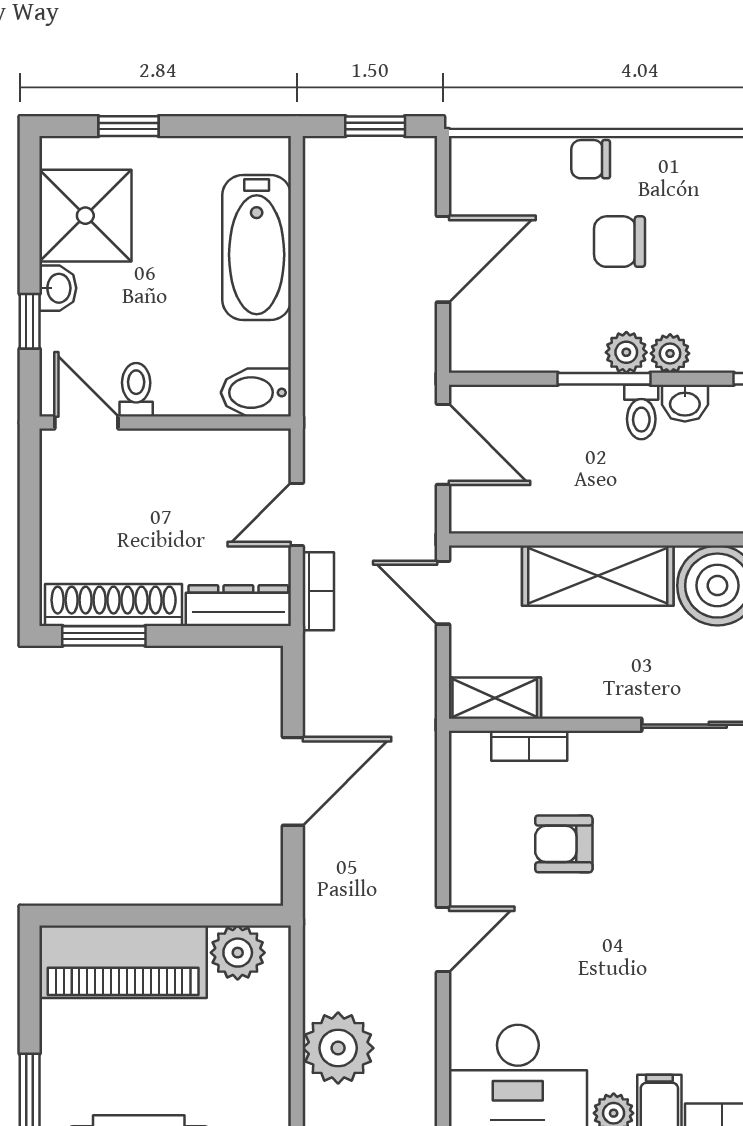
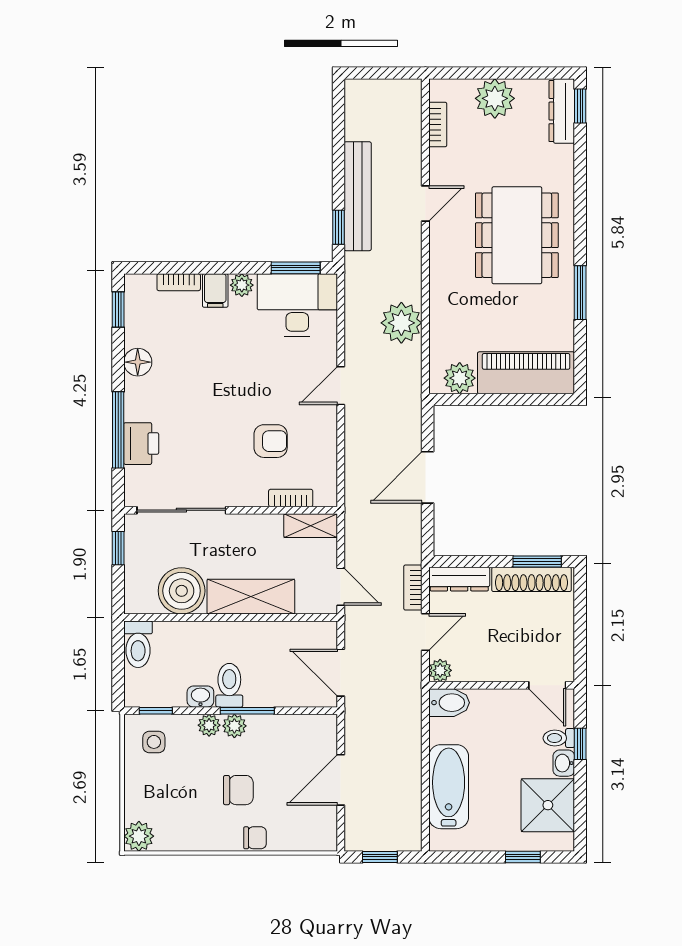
toilet: (136, 390) -> (559, 738), moved, turned 90
toilet: (641, 412) -> (229, 685), width x1.37, depth x1.39
plant: (271, 448) -> (440, 670), added

